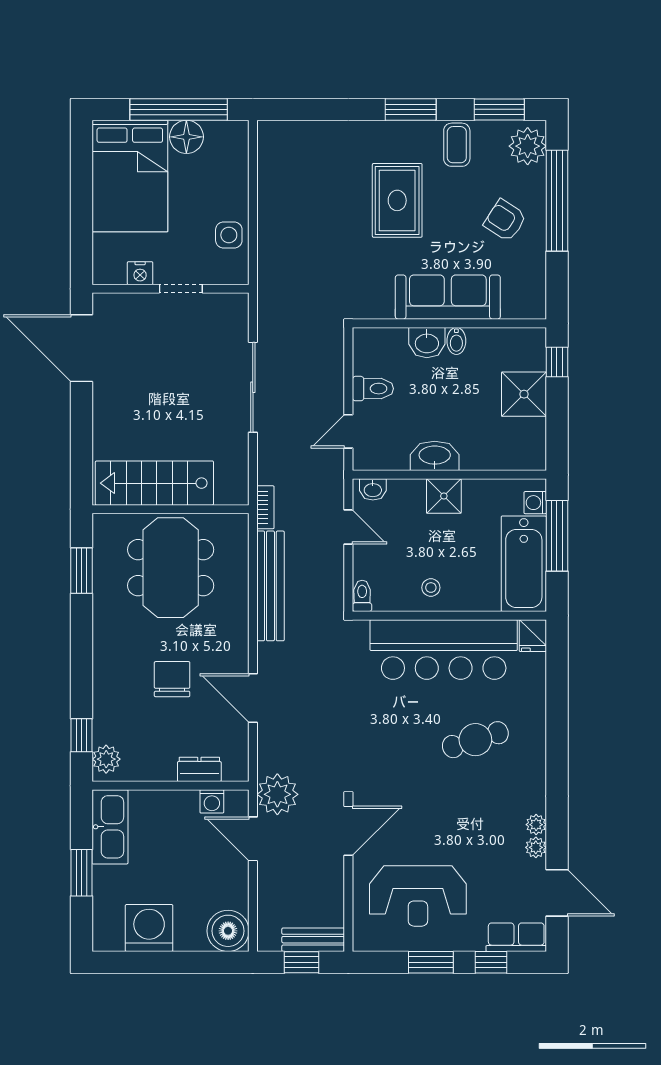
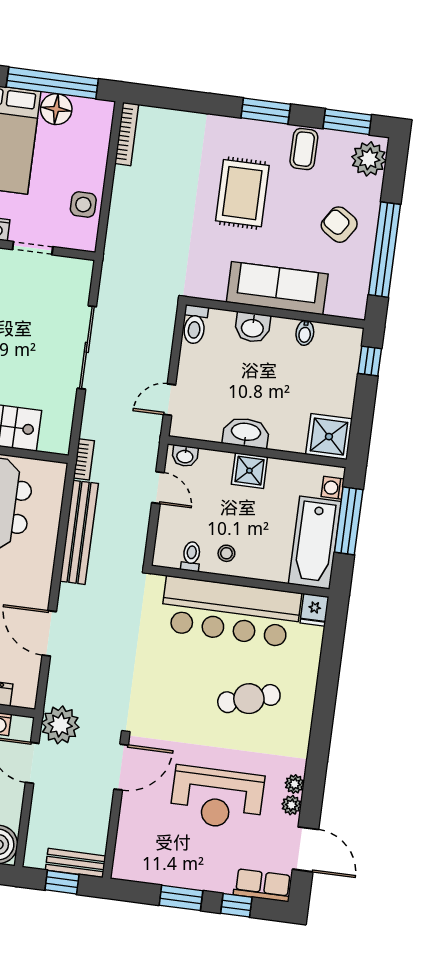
bookcase: (265, 154) -> (127, 134), added
window: (557, 201) -> (384, 250), moved
bidet: (456, 341) -> (305, 333), moved
toilet: (373, 389) -> (195, 325), moved, turned 90
shower: (524, 394) -> (329, 437), moved
toilet: (362, 596) -> (191, 556), moved
reception desk: (418, 896) -> (217, 798), moved

